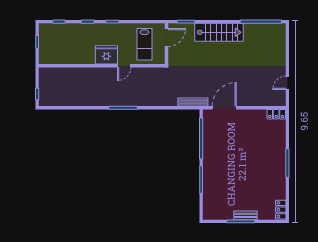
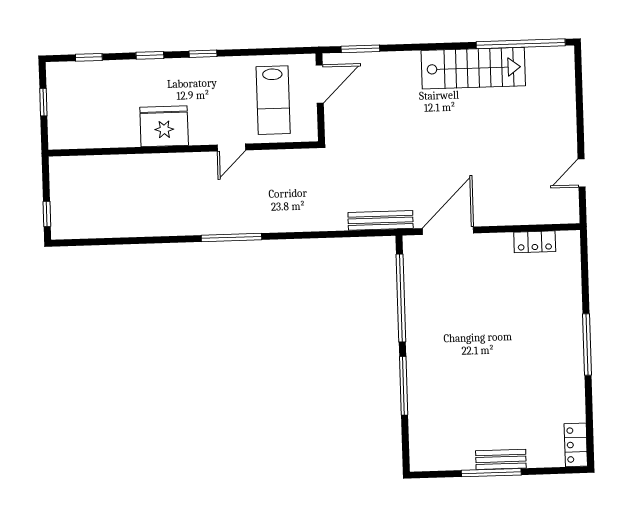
stairs: (219, 32) -> (473, 68), moved
fridge: (106, 55) -> (164, 126), moved
locker: (276, 114) -> (535, 242), moved

